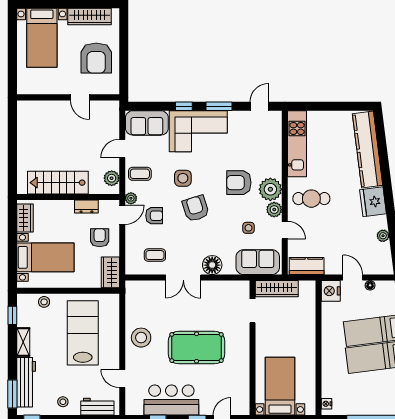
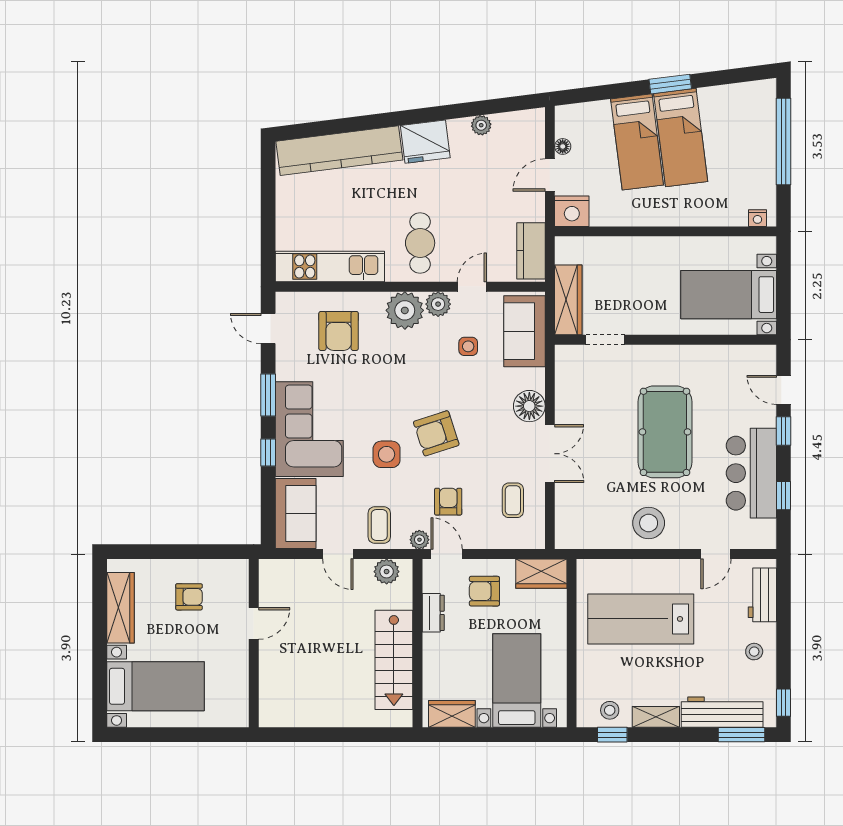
armchair: (96, 58) -> (189, 597), width x0.53, depth x0.53
armchair: (239, 183) -> (339, 331), moved
stool: (44, 302) -> (610, 710), moved

